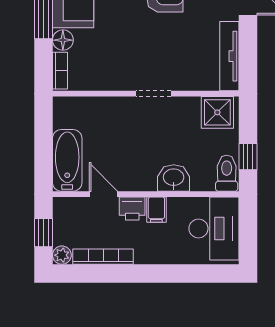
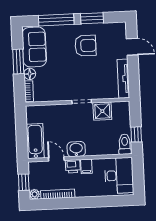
shower: (217, 112) -> (102, 111), moved
washbasin: (174, 178) -> (76, 149), moved

